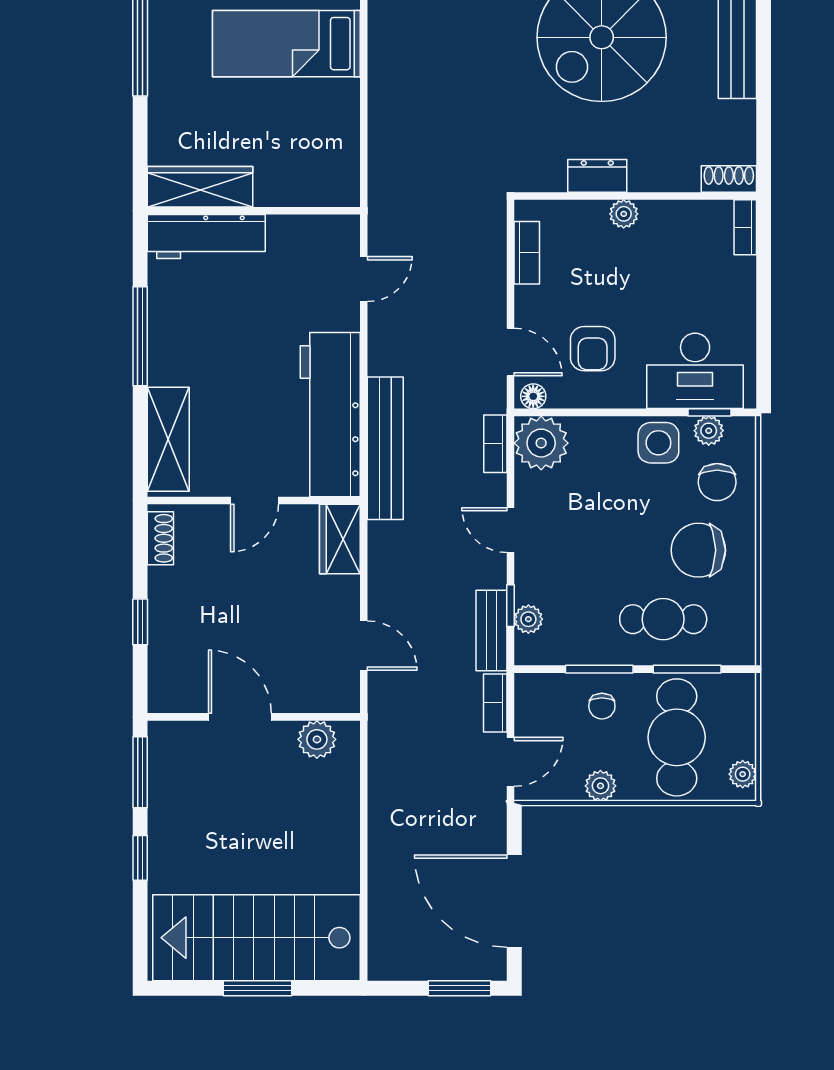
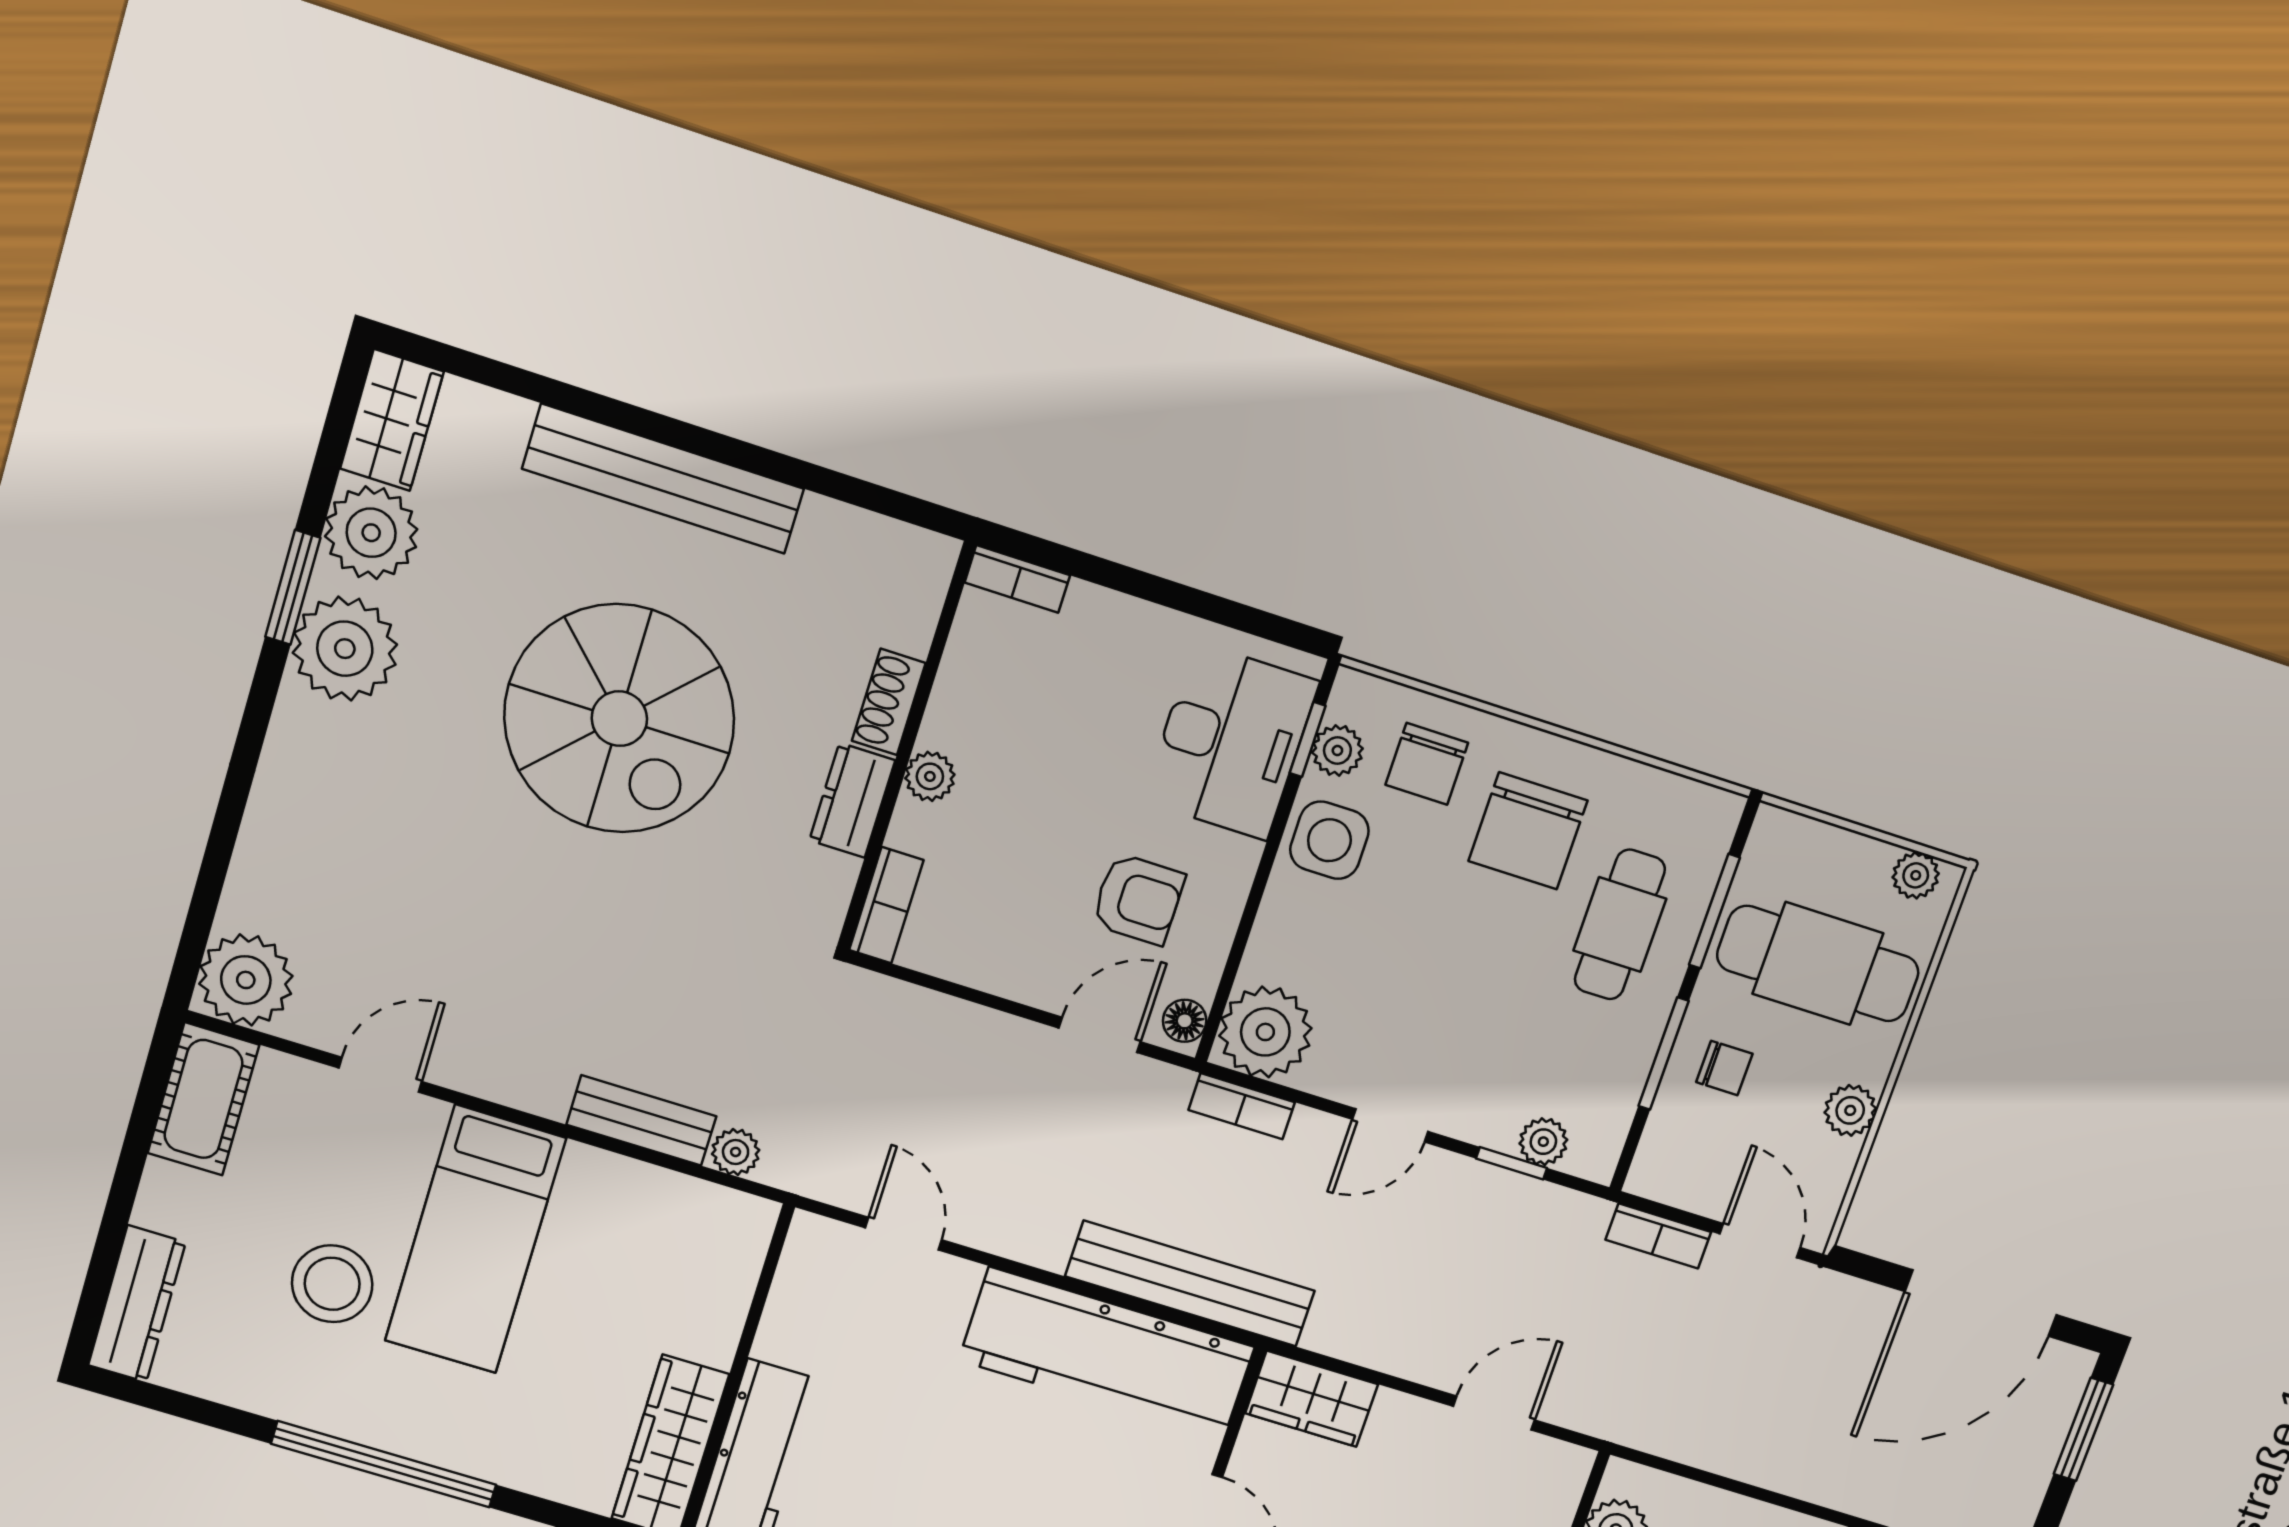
plant: (381, 172) -> (736, 1152), added
shoe rack: (729, 179) -> (889, 702), moved
bookcase: (527, 253) -> (886, 905), moved, turned 90
chair: (717, 482) -> (1427, 764), turned 90
bench: (491, 631) -> (641, 1120), moved

